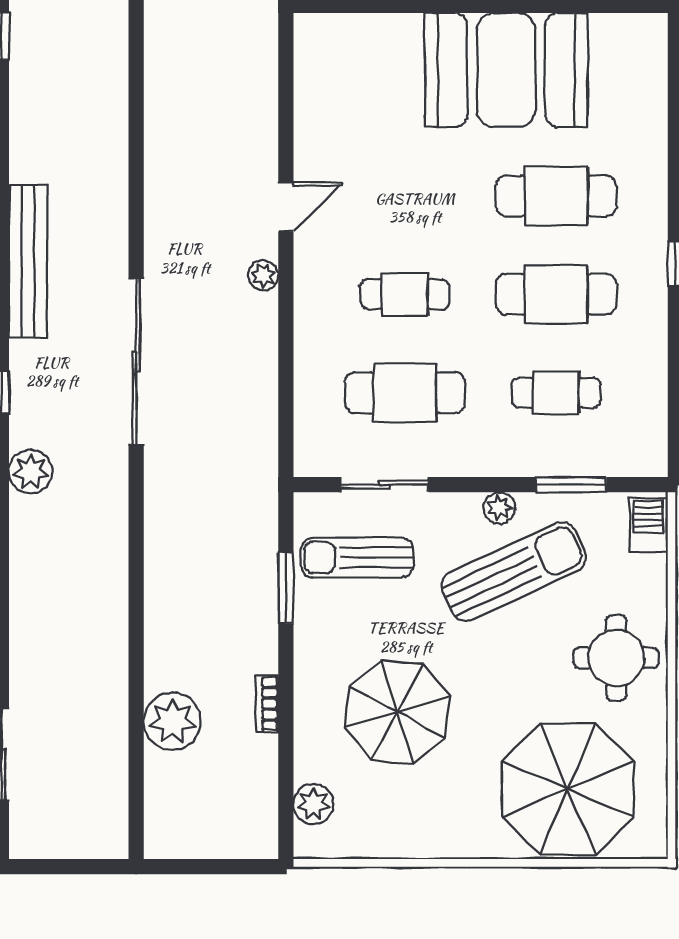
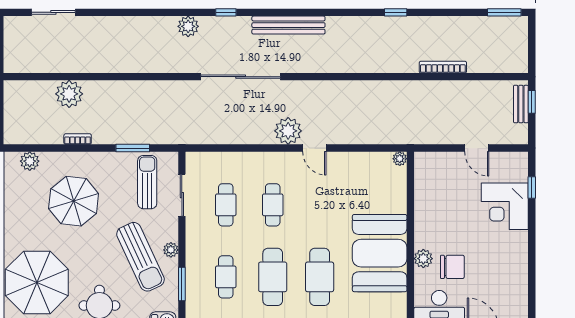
plant: (308, 28) -> (400, 159), added
plant: (263, 275) -> (288, 131), width x1.88, depth x1.88
cafe table: (405, 393) -> (226, 205), width x0.73, depth x0.74

